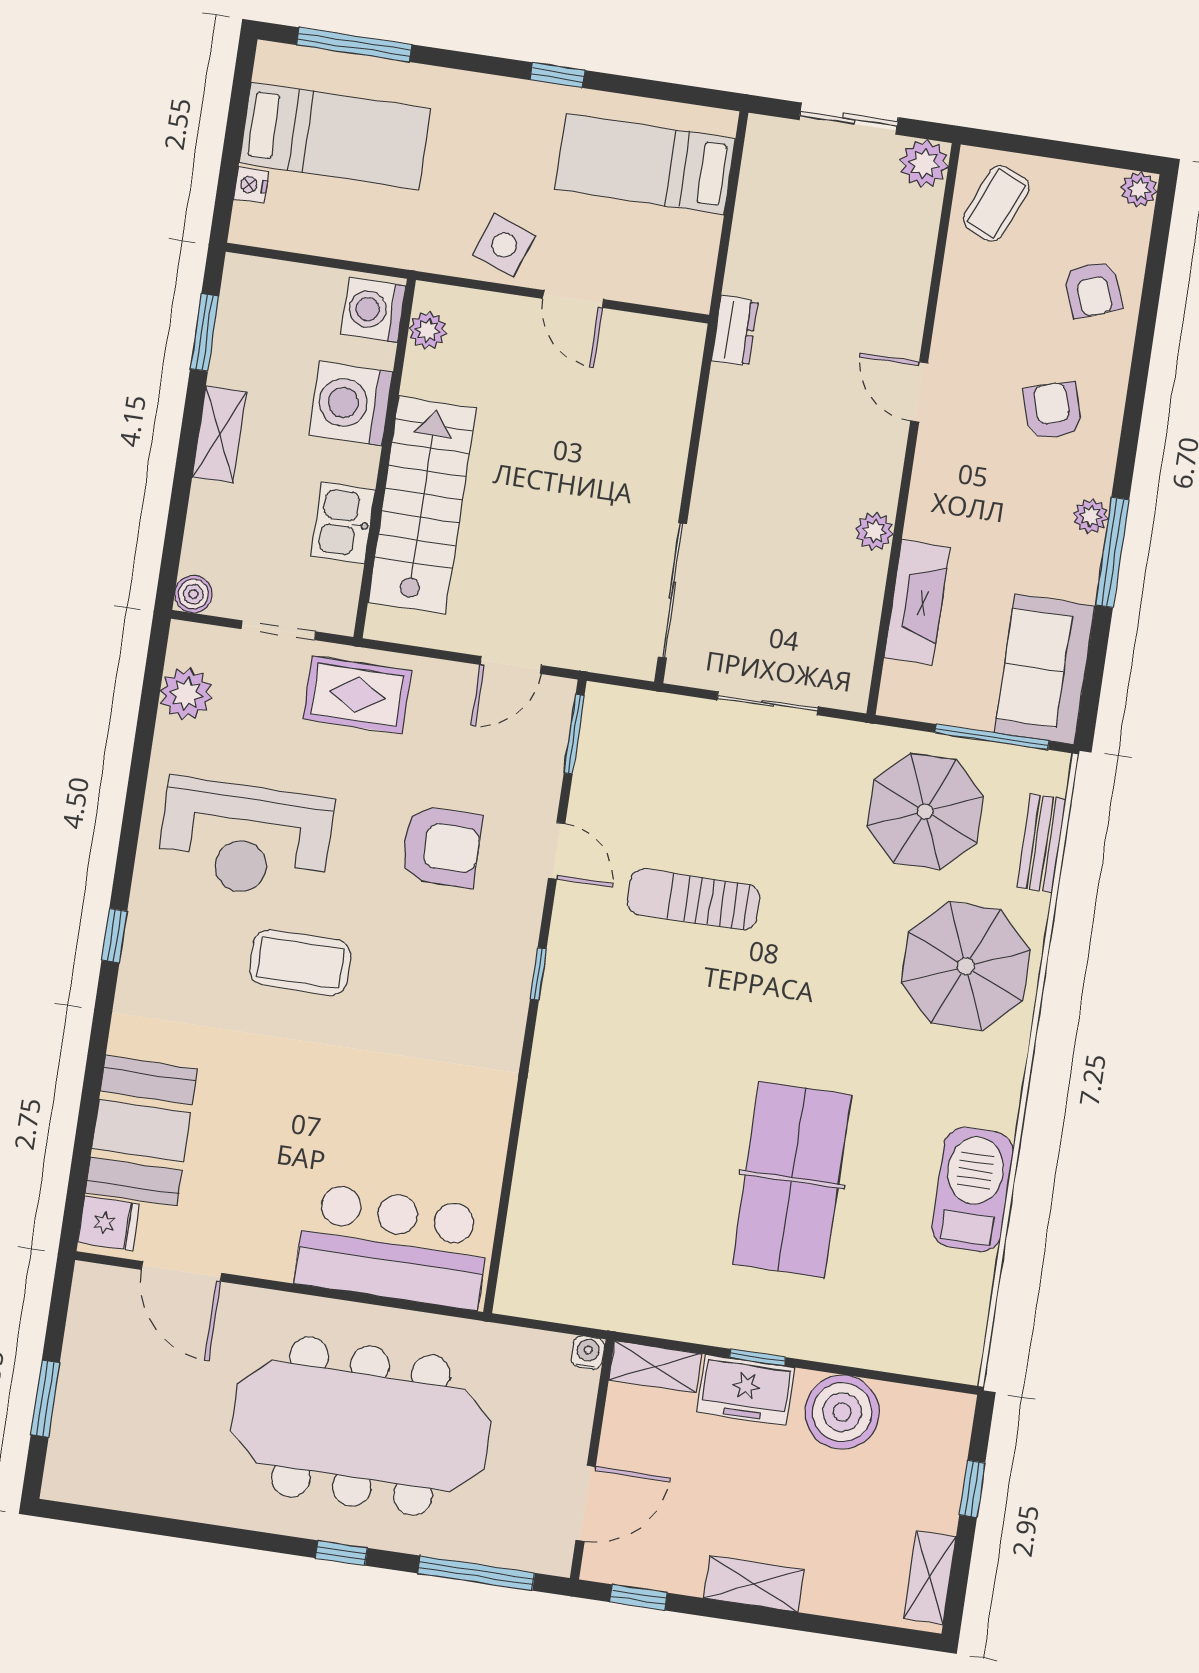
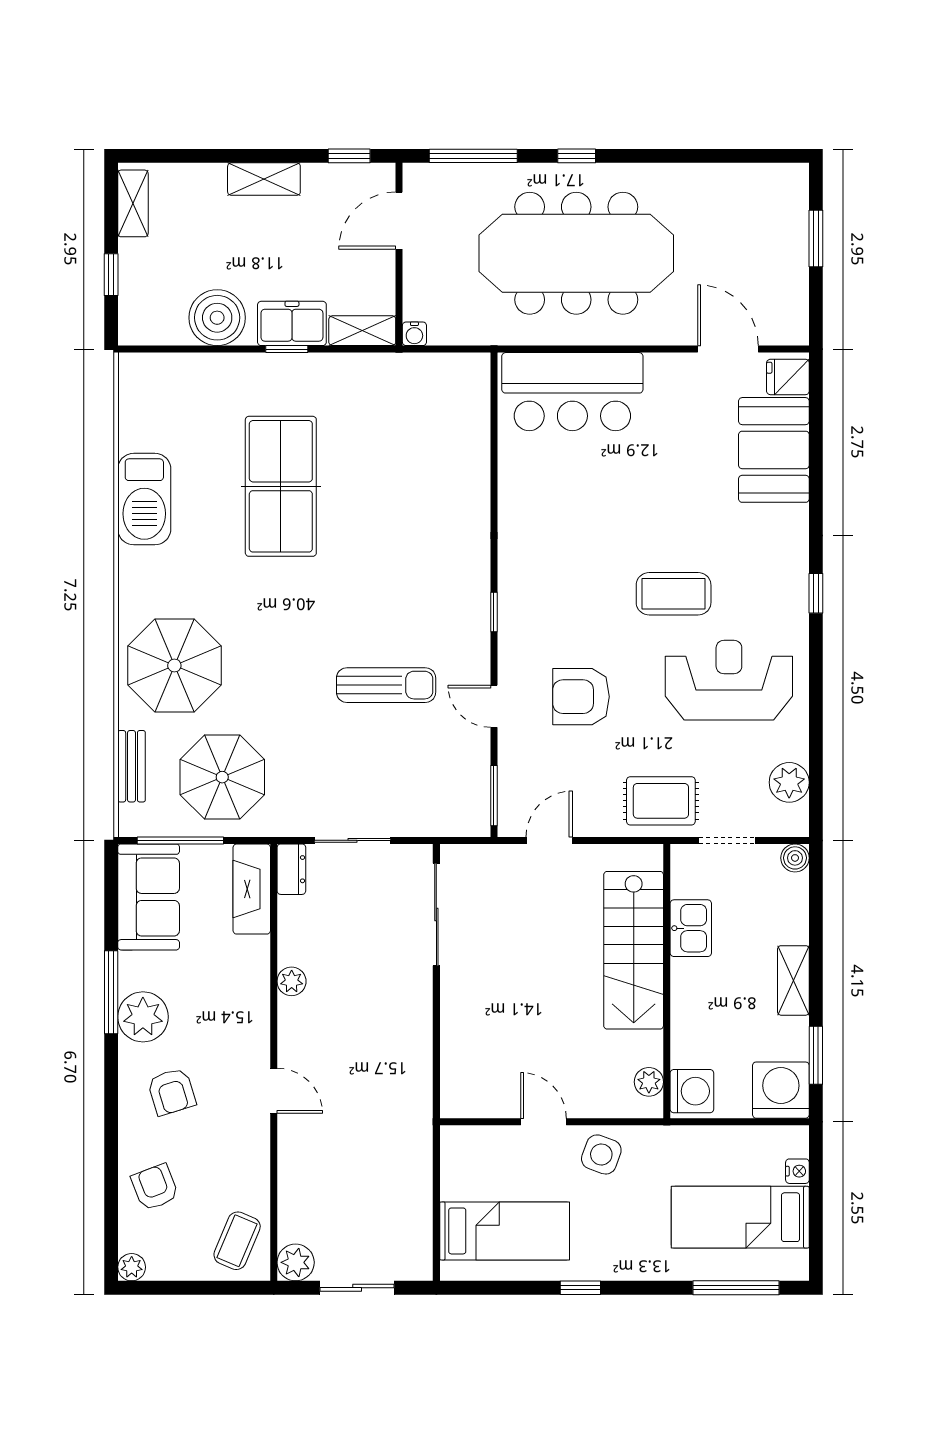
dresser: (735, 331) -> (291, 869), moved, turned 180
washing machine: (351, 403) -> (781, 1090), moved, turned -90
plant: (1091, 516) -> (143, 1017), width x1.88, depth x1.88
fireplace: (917, 602) -> (252, 889), moved

